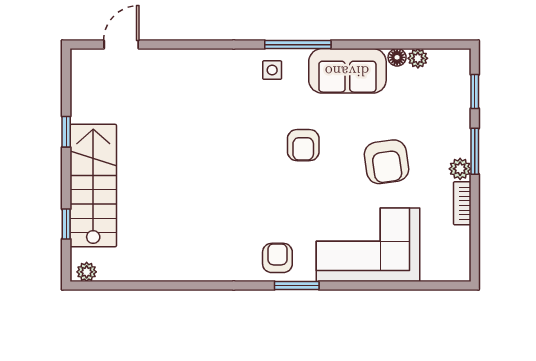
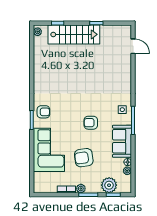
plant: (452, 102) -> (109, 185), added

